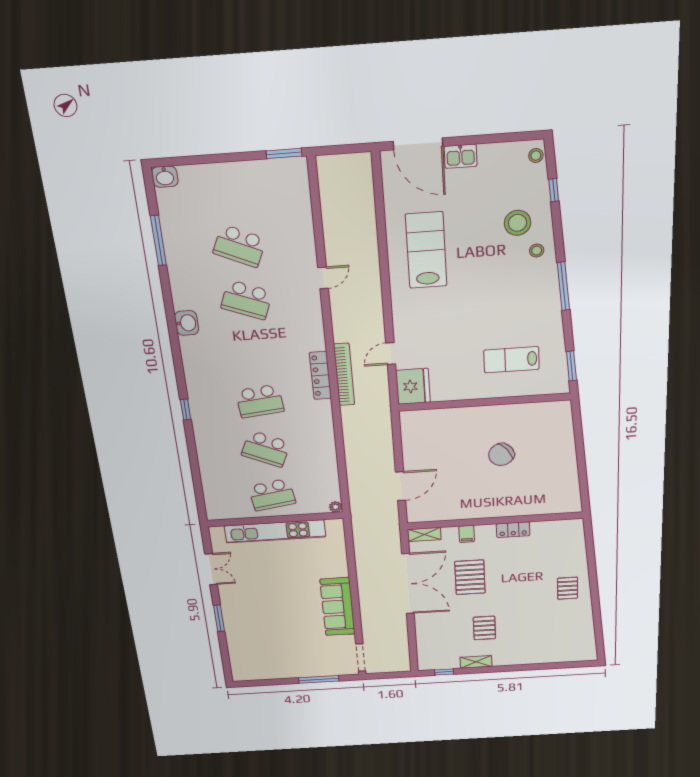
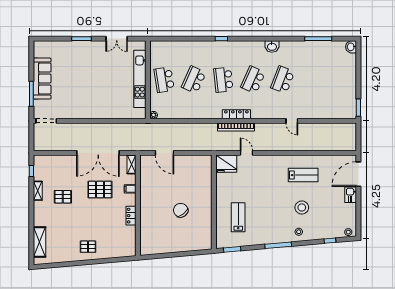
stool: (518, 223) -> (302, 207), moved
school desk: (240, 246) -> (253, 80), moved
lab bench: (426, 250) -> (303, 175), width x0.73, depth x0.72
sofa: (338, 607) -> (42, 79), moved, turned 90
shelving: (560, 655) -> (40, 242), added

